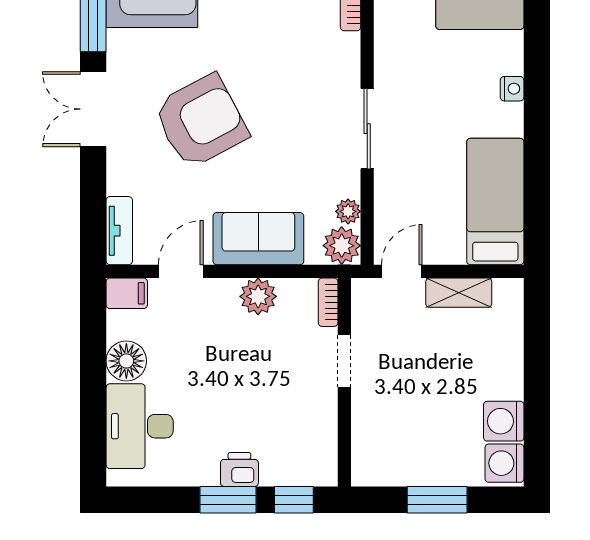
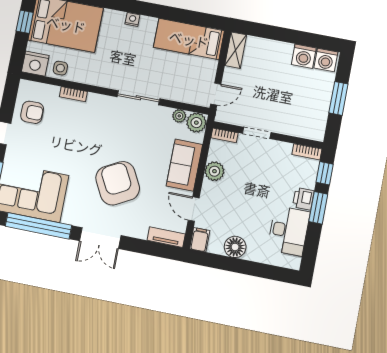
door: (402, 271) -> (216, 94), swing flipped
shelving: (459, 293) -> (236, 50), moved
desk: (140, 426) -> (289, 231), moved, turned -90
bookcase: (327, 460) -> (307, 152), added

